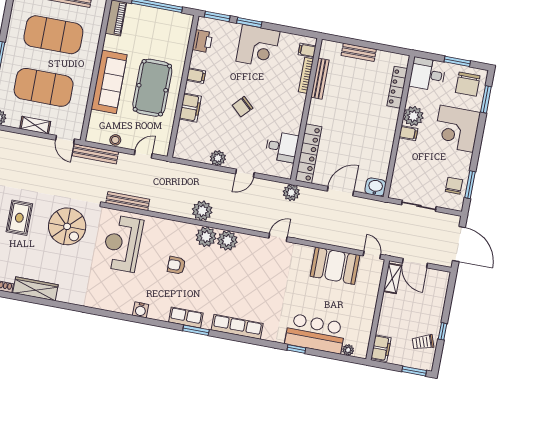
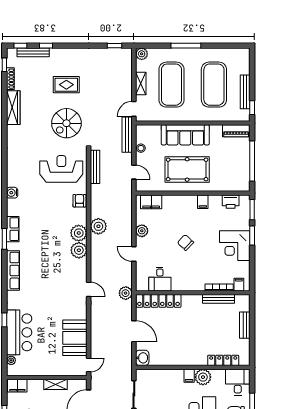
filing cabinet: (190, 108) -> (151, 202), moved
armchair: (176, 265) -> (79, 201), moved
shelving: (392, 278) -> (55, 384), moved

